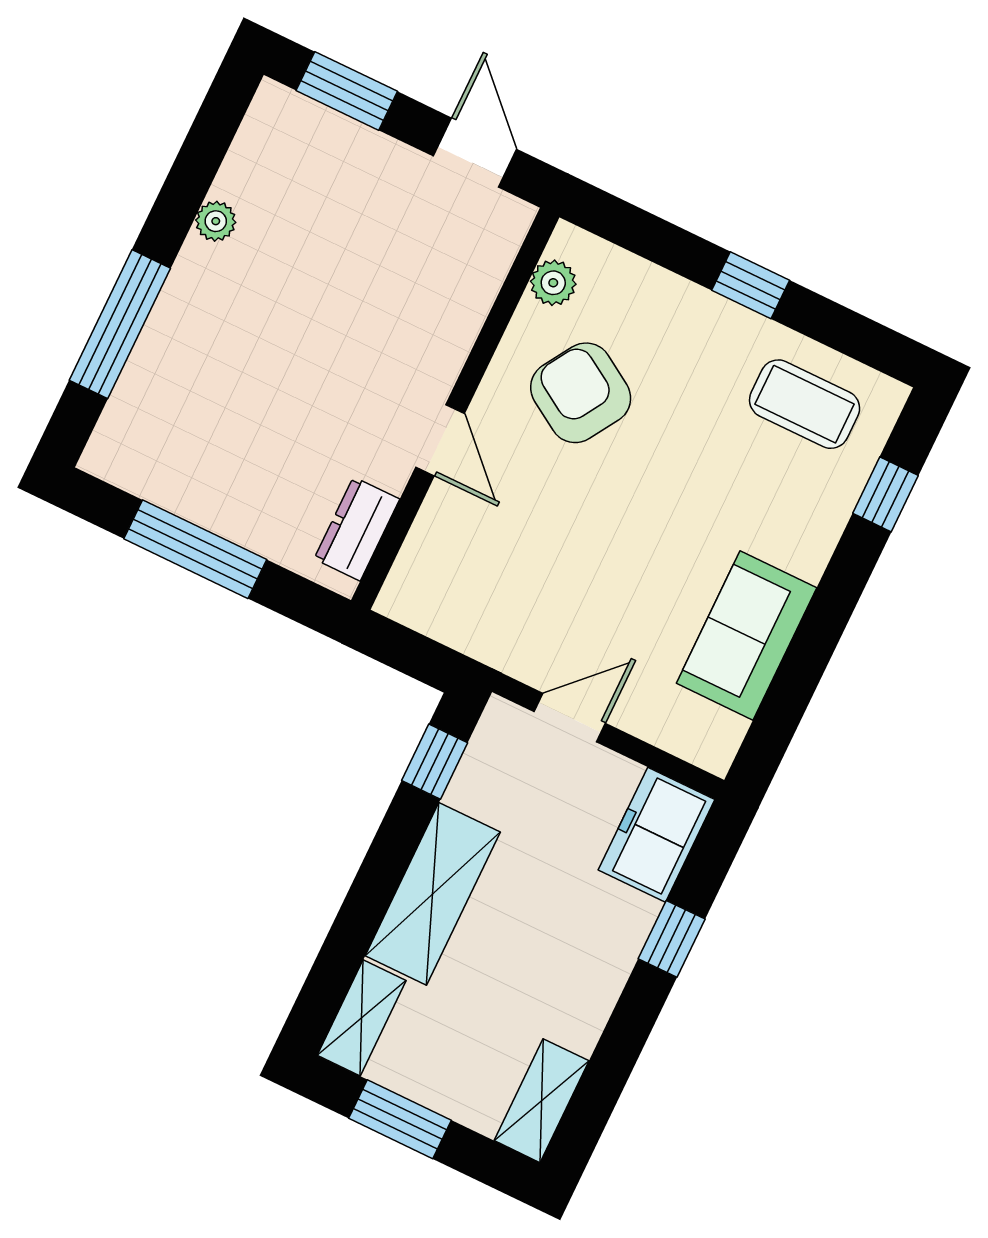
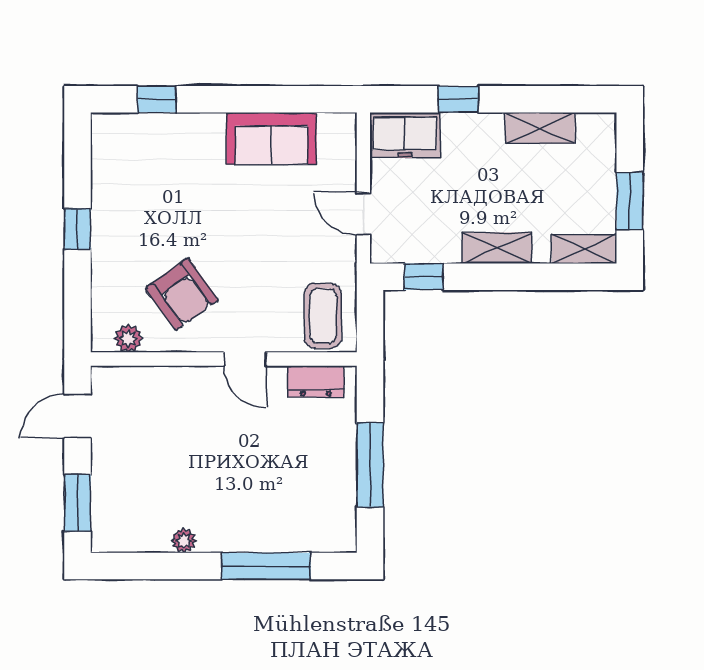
armchair: (581, 393) -> (182, 294), turned -68
coffee table: (805, 404) -> (323, 316), moved
door: (440, 440) -> (245, 359), swing flipped
shelving: (433, 894) -> (497, 248), width x0.67, depth x0.75
shelving: (542, 1101) -> (540, 128), moved

